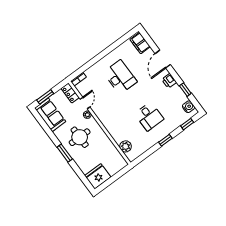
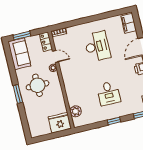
door: (85, 103) -> (55, 56), hinge flipped
fridge: (98, 176) -> (60, 123), moved

